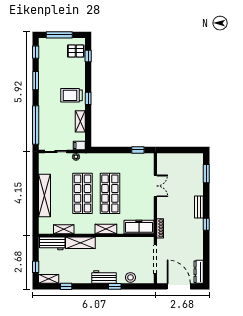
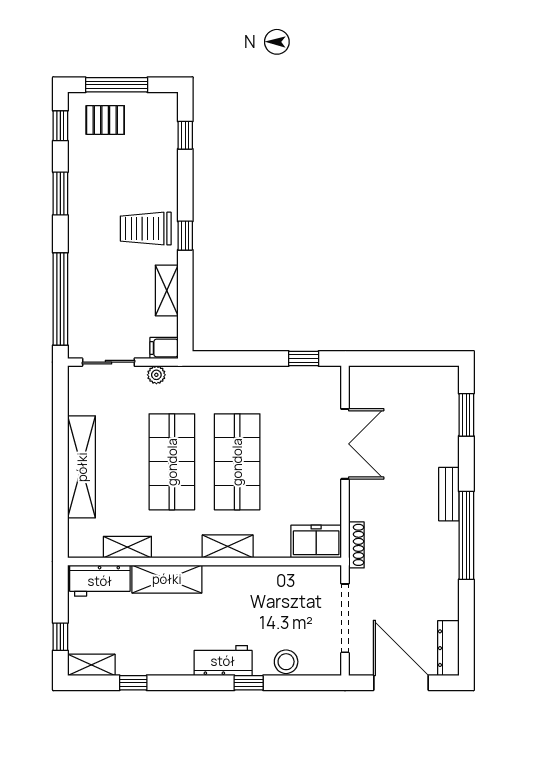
pallet: (76, 51) -> (105, 120), moved
double door: (155, 186) -> (345, 444), width x1.37
window: (206, 224) -> (466, 535), width x3.17
freezer: (139, 227) -> (316, 541), width x0.71

